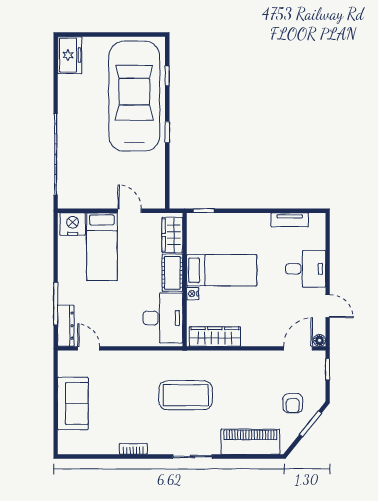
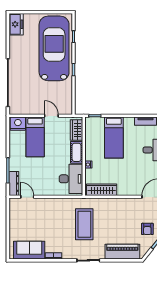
bed: (222, 270) -> (114, 138), moved, turned 90
coffee table: (186, 395) -> (84, 224), turned 90
sofa: (73, 403) -> (29, 250), moved, turned -90

